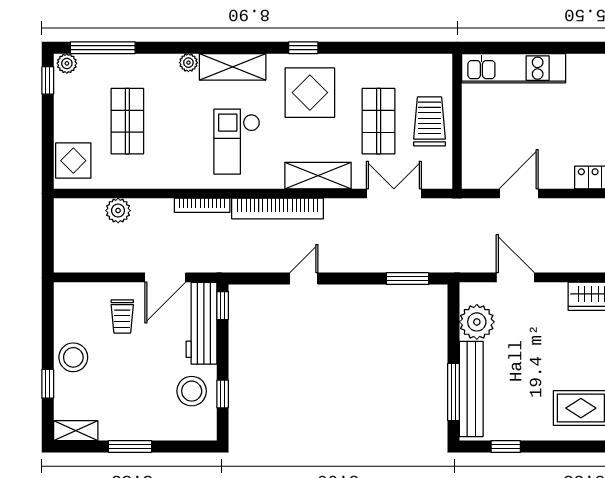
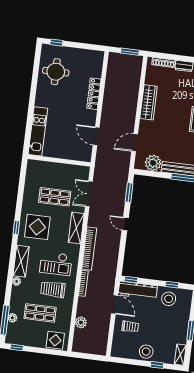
plant: (67, 63) -> (12, 318), moved
trolley: (430, 121) -> (53, 289), moved
door: (304, 279) -> (125, 224), moved

